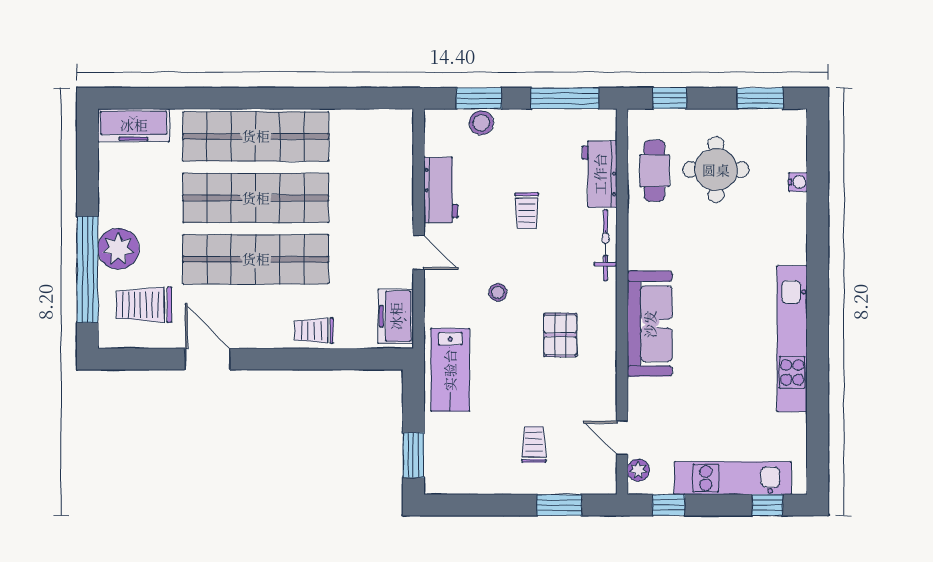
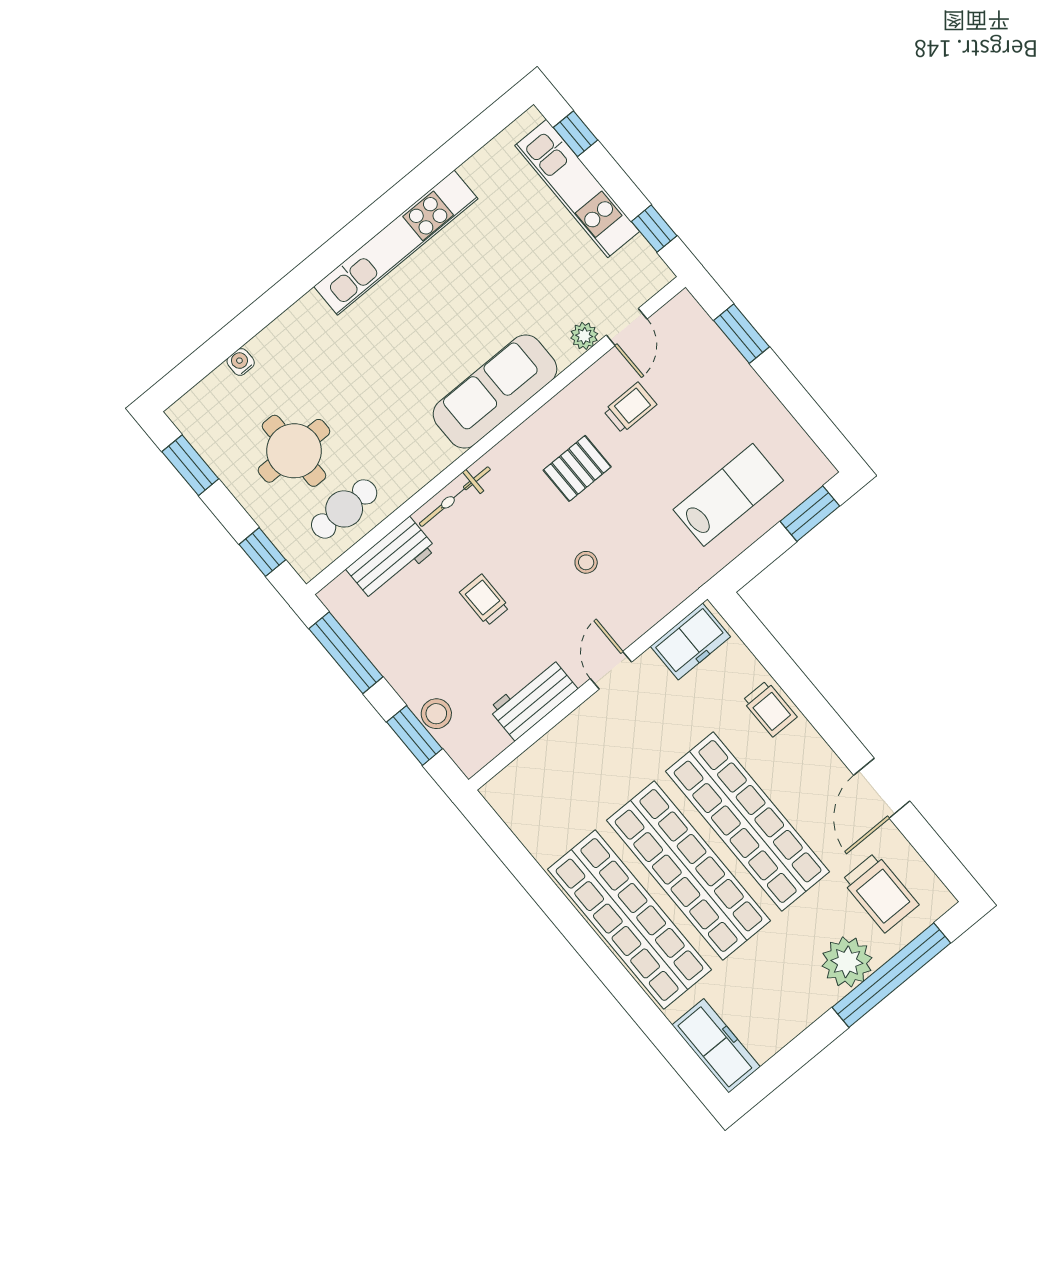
trolley: (527, 211) -> (485, 600), turned -90
lab bench: (450, 370) -> (728, 495), moved
trolley: (534, 444) -> (630, 408), moved, turned 180
plant: (638, 470) -> (584, 336), moved

